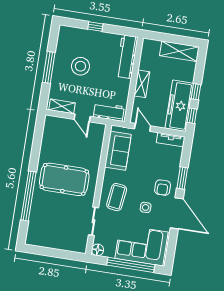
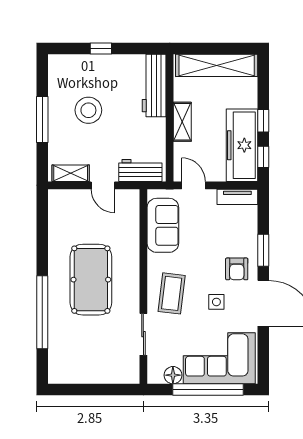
shelving: (179, 51) -> (217, 65), width x1.47
pool table: (64, 179) -> (91, 280), turned 90
floor lamp: (98, 250) -> (173, 375), moved

